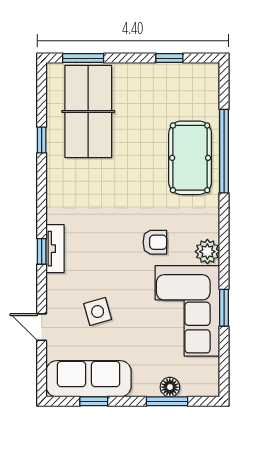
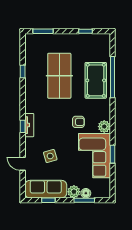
table tennis table: (88, 111) -> (59, 76), moved
plant: (146, 384) -> (74, 192), added

